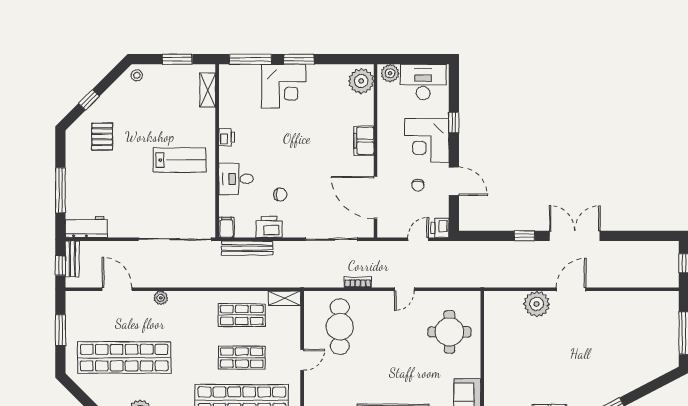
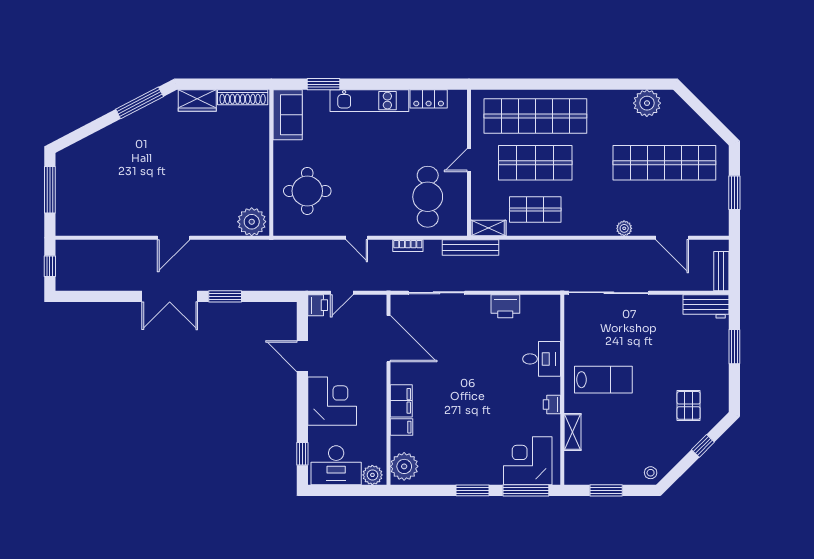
corner desk: (284, 86) -> (528, 461), moved
shelving: (208, 90) -> (573, 432), moved
window: (454, 123) -> (302, 454), moved
lab bench: (180, 160) -> (603, 380), turned 180
chair: (418, 185) -> (342, 352), removed
window: (60, 190) -> (734, 347), width x0.69
chair: (280, 194) -> (493, 342), removed
filing cabinet: (226, 227) -> (402, 427), moved, turned -90
window: (524, 236) -> (225, 296), width x1.50
bench: (247, 248) -> (470, 247), moved
window: (60, 266) -> (734, 264), removed
door: (404, 289) -> (357, 238), swing flipped
plant: (537, 304) -> (252, 222), moved
shop shelf: (242, 358) -> (535, 163), width x1.43, depth x1.36

